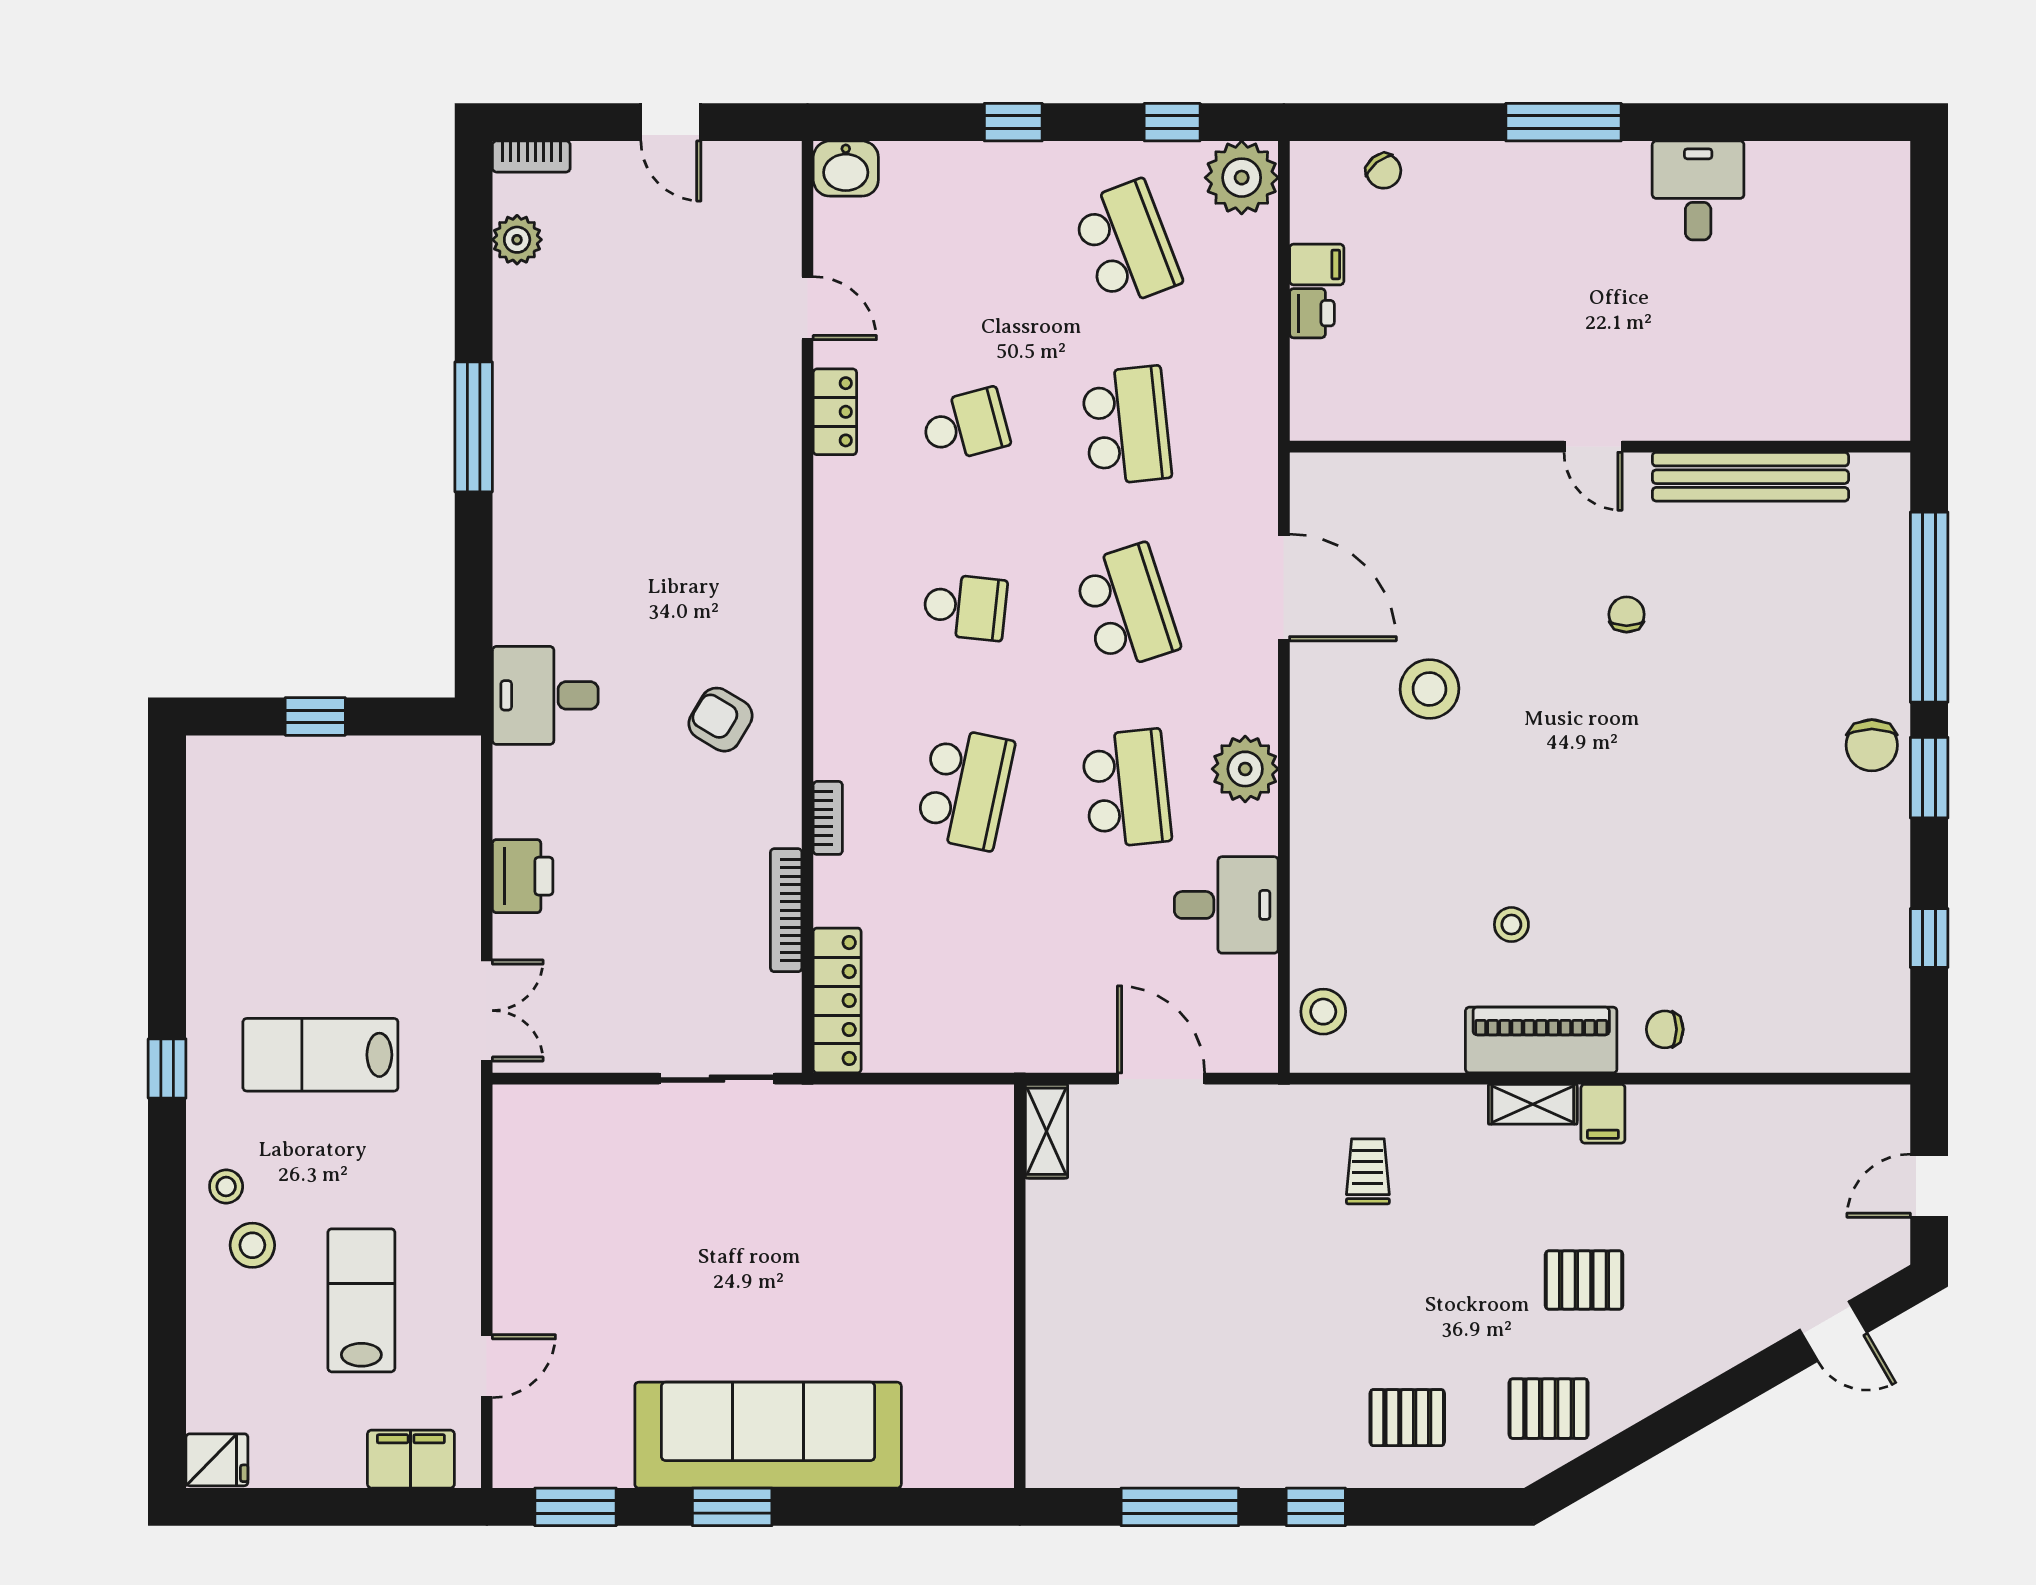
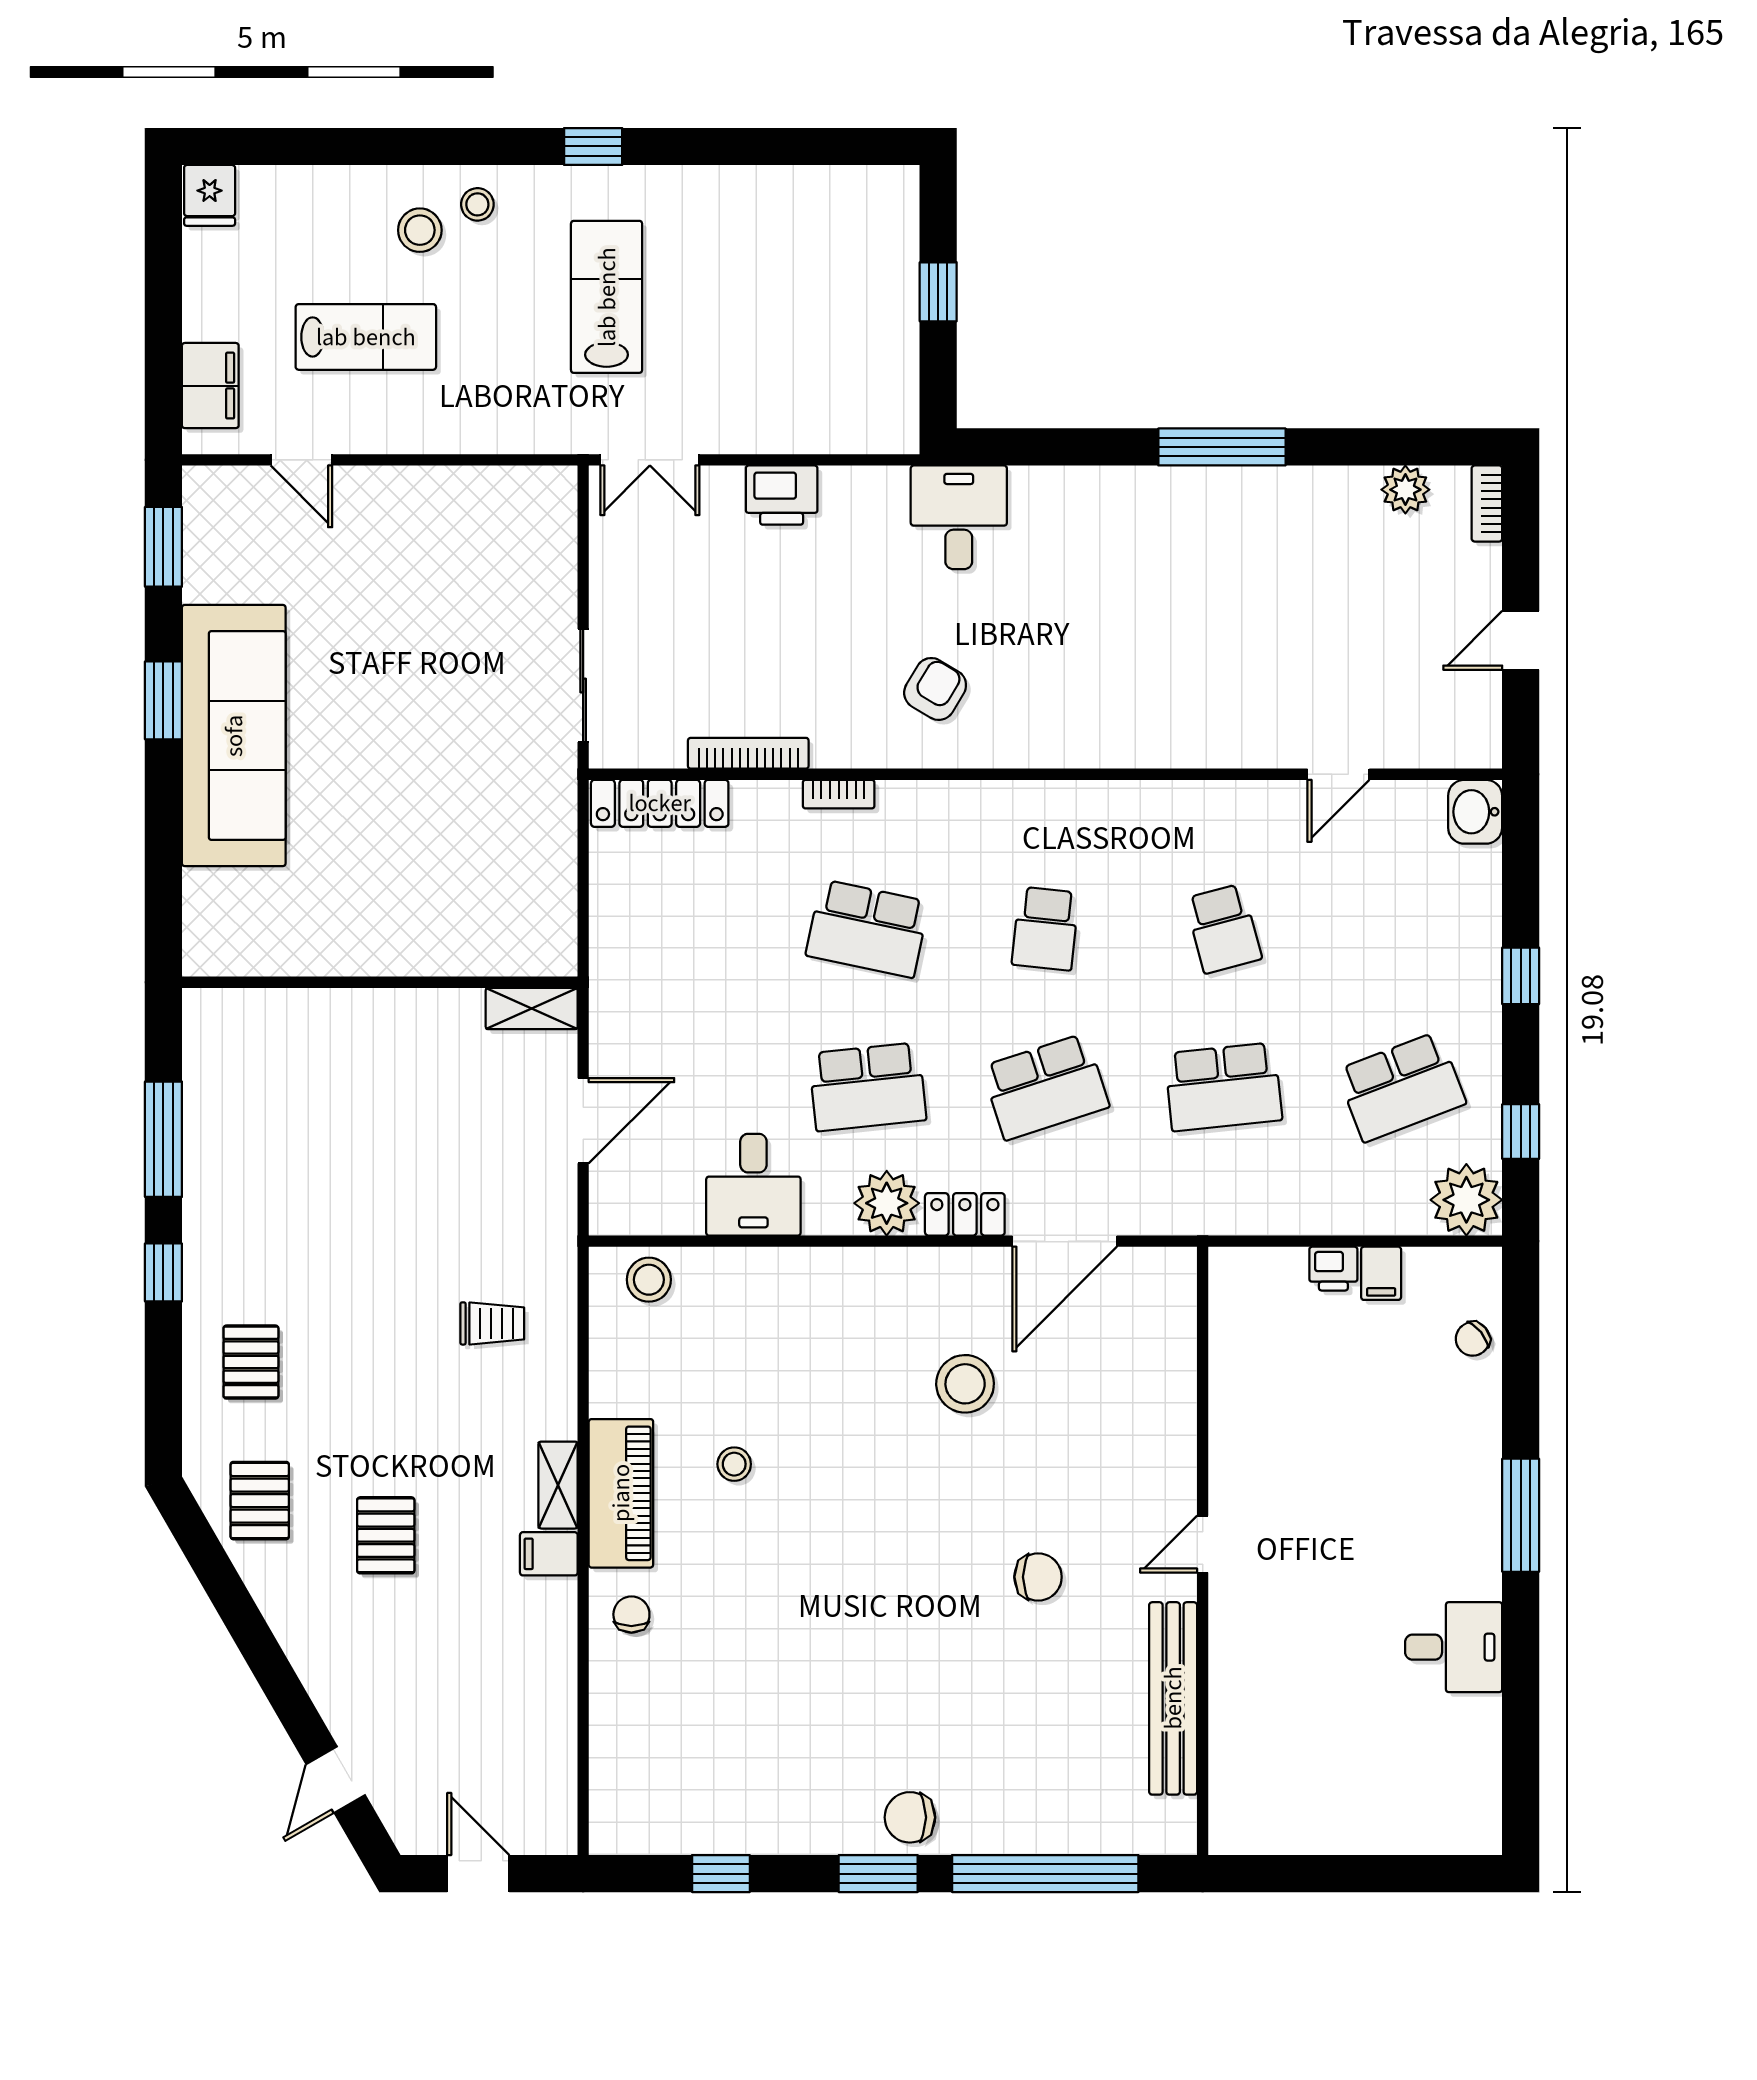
locker: (835, 412) -> (965, 1214), moved, turned 180
chair: (1627, 614) -> (1038, 1577), width x1.37, depth x1.37

